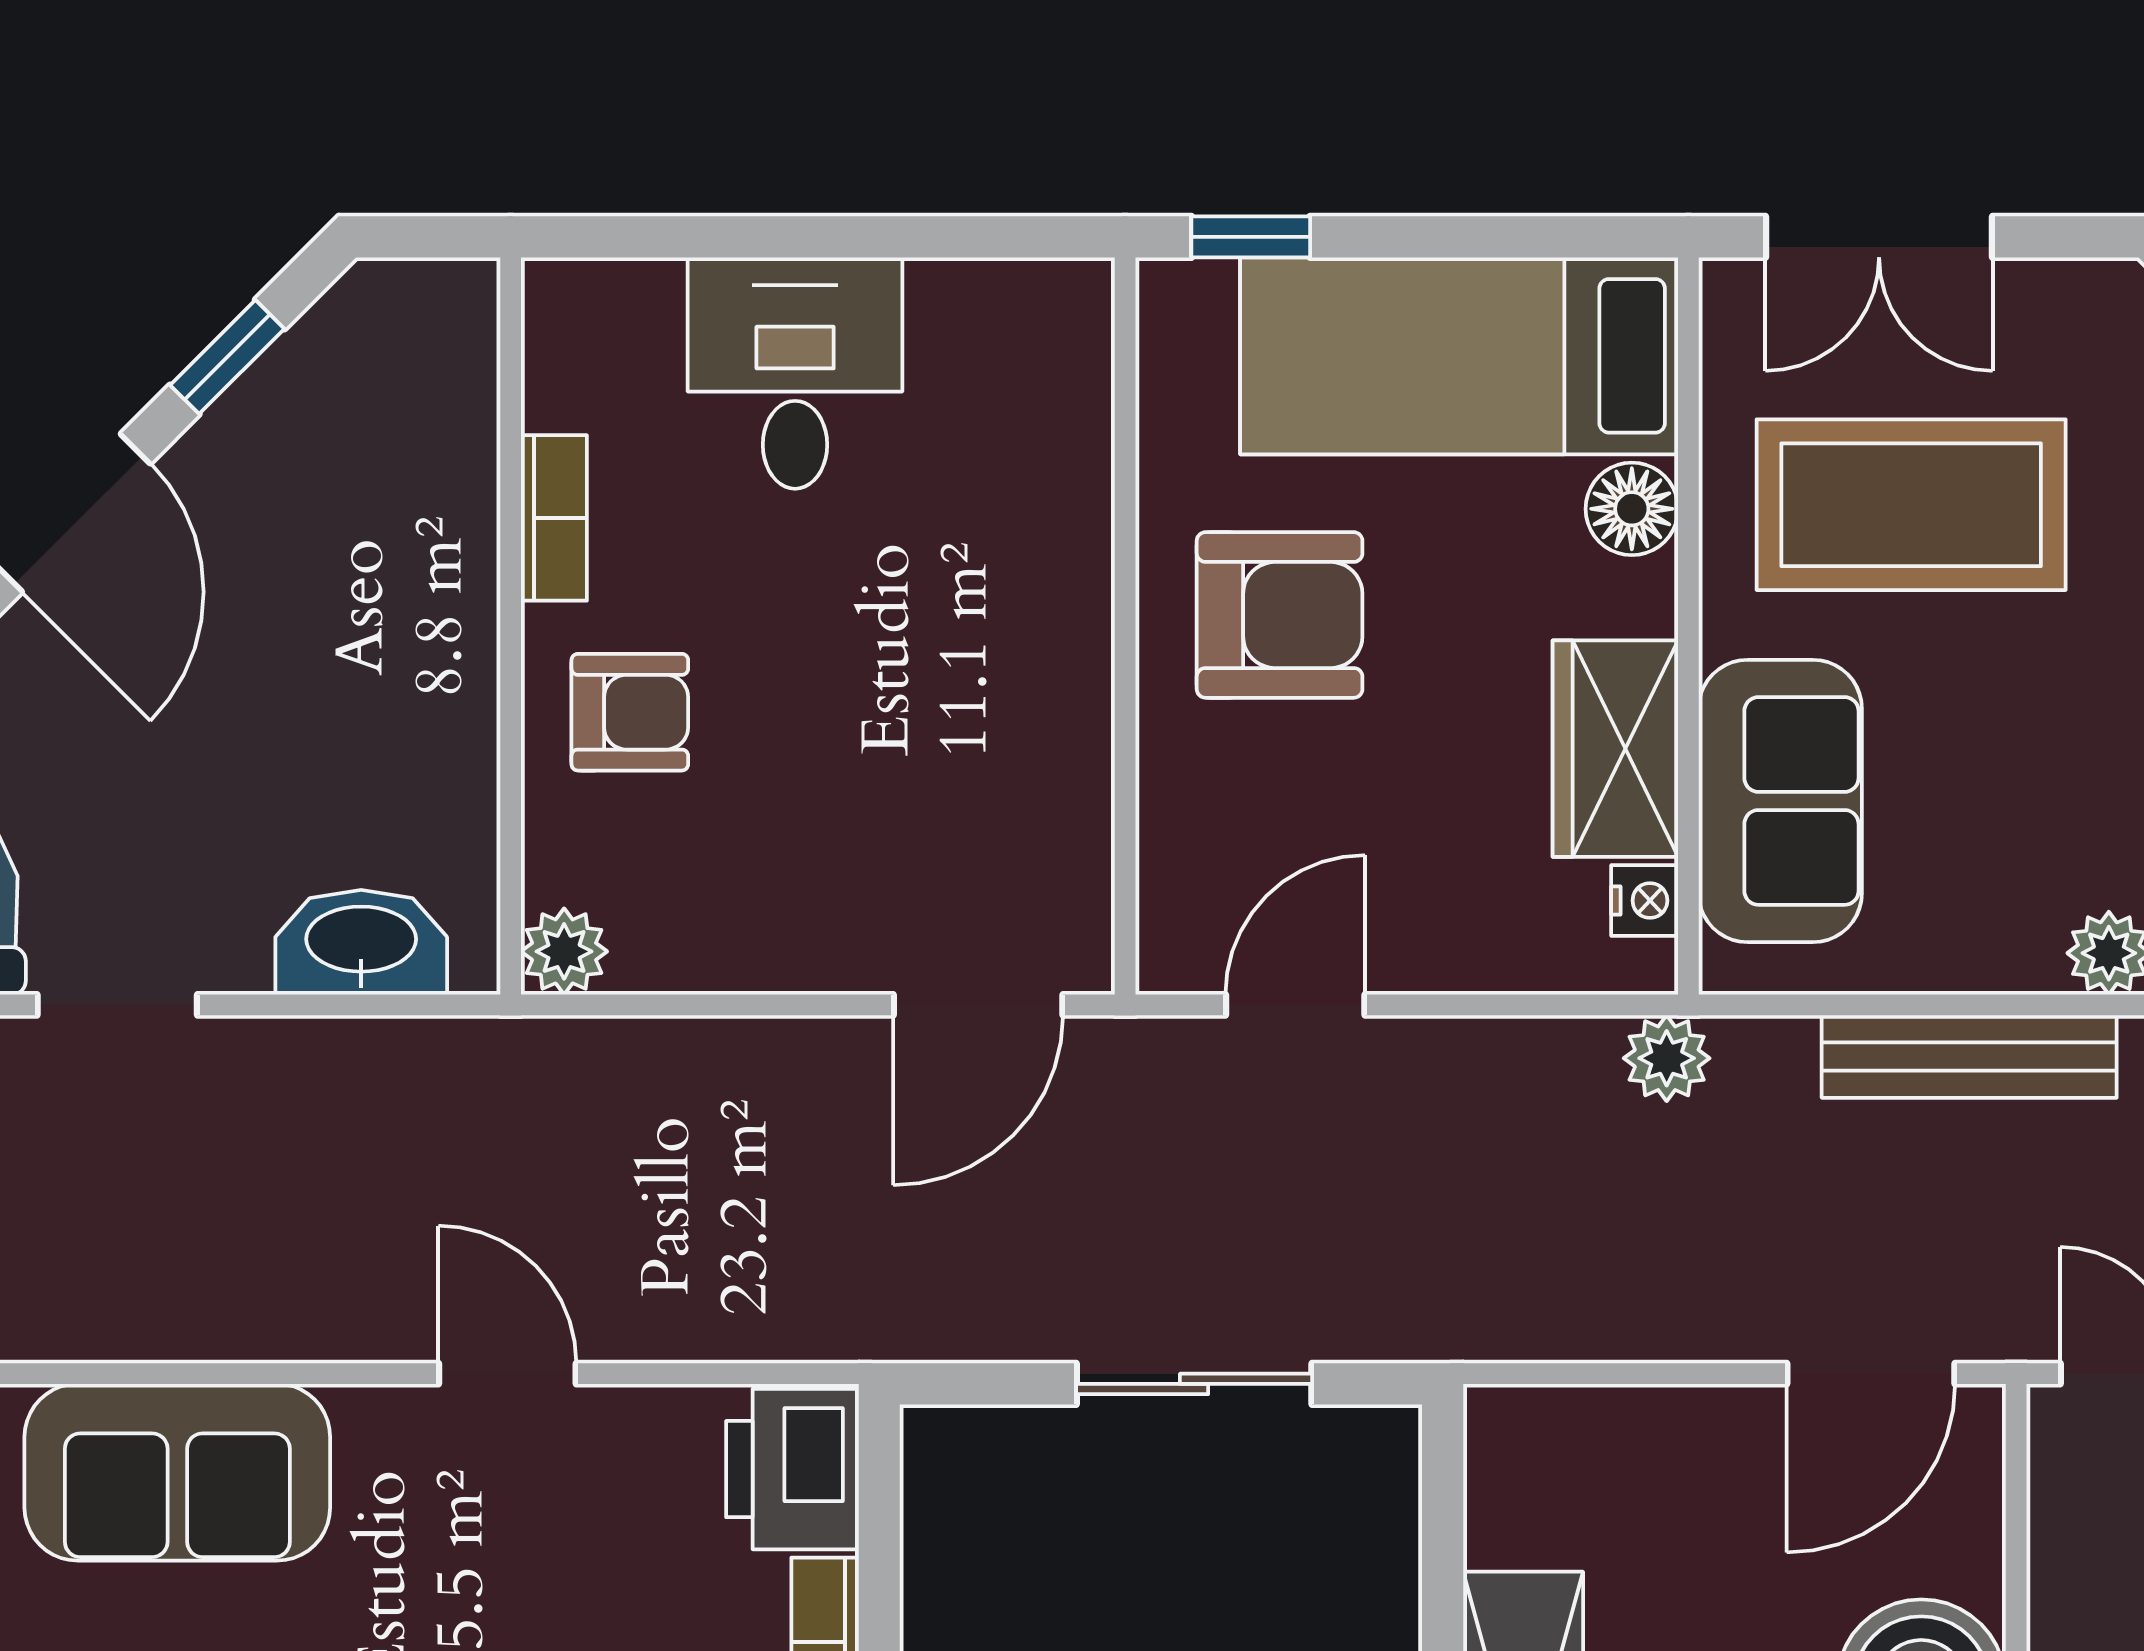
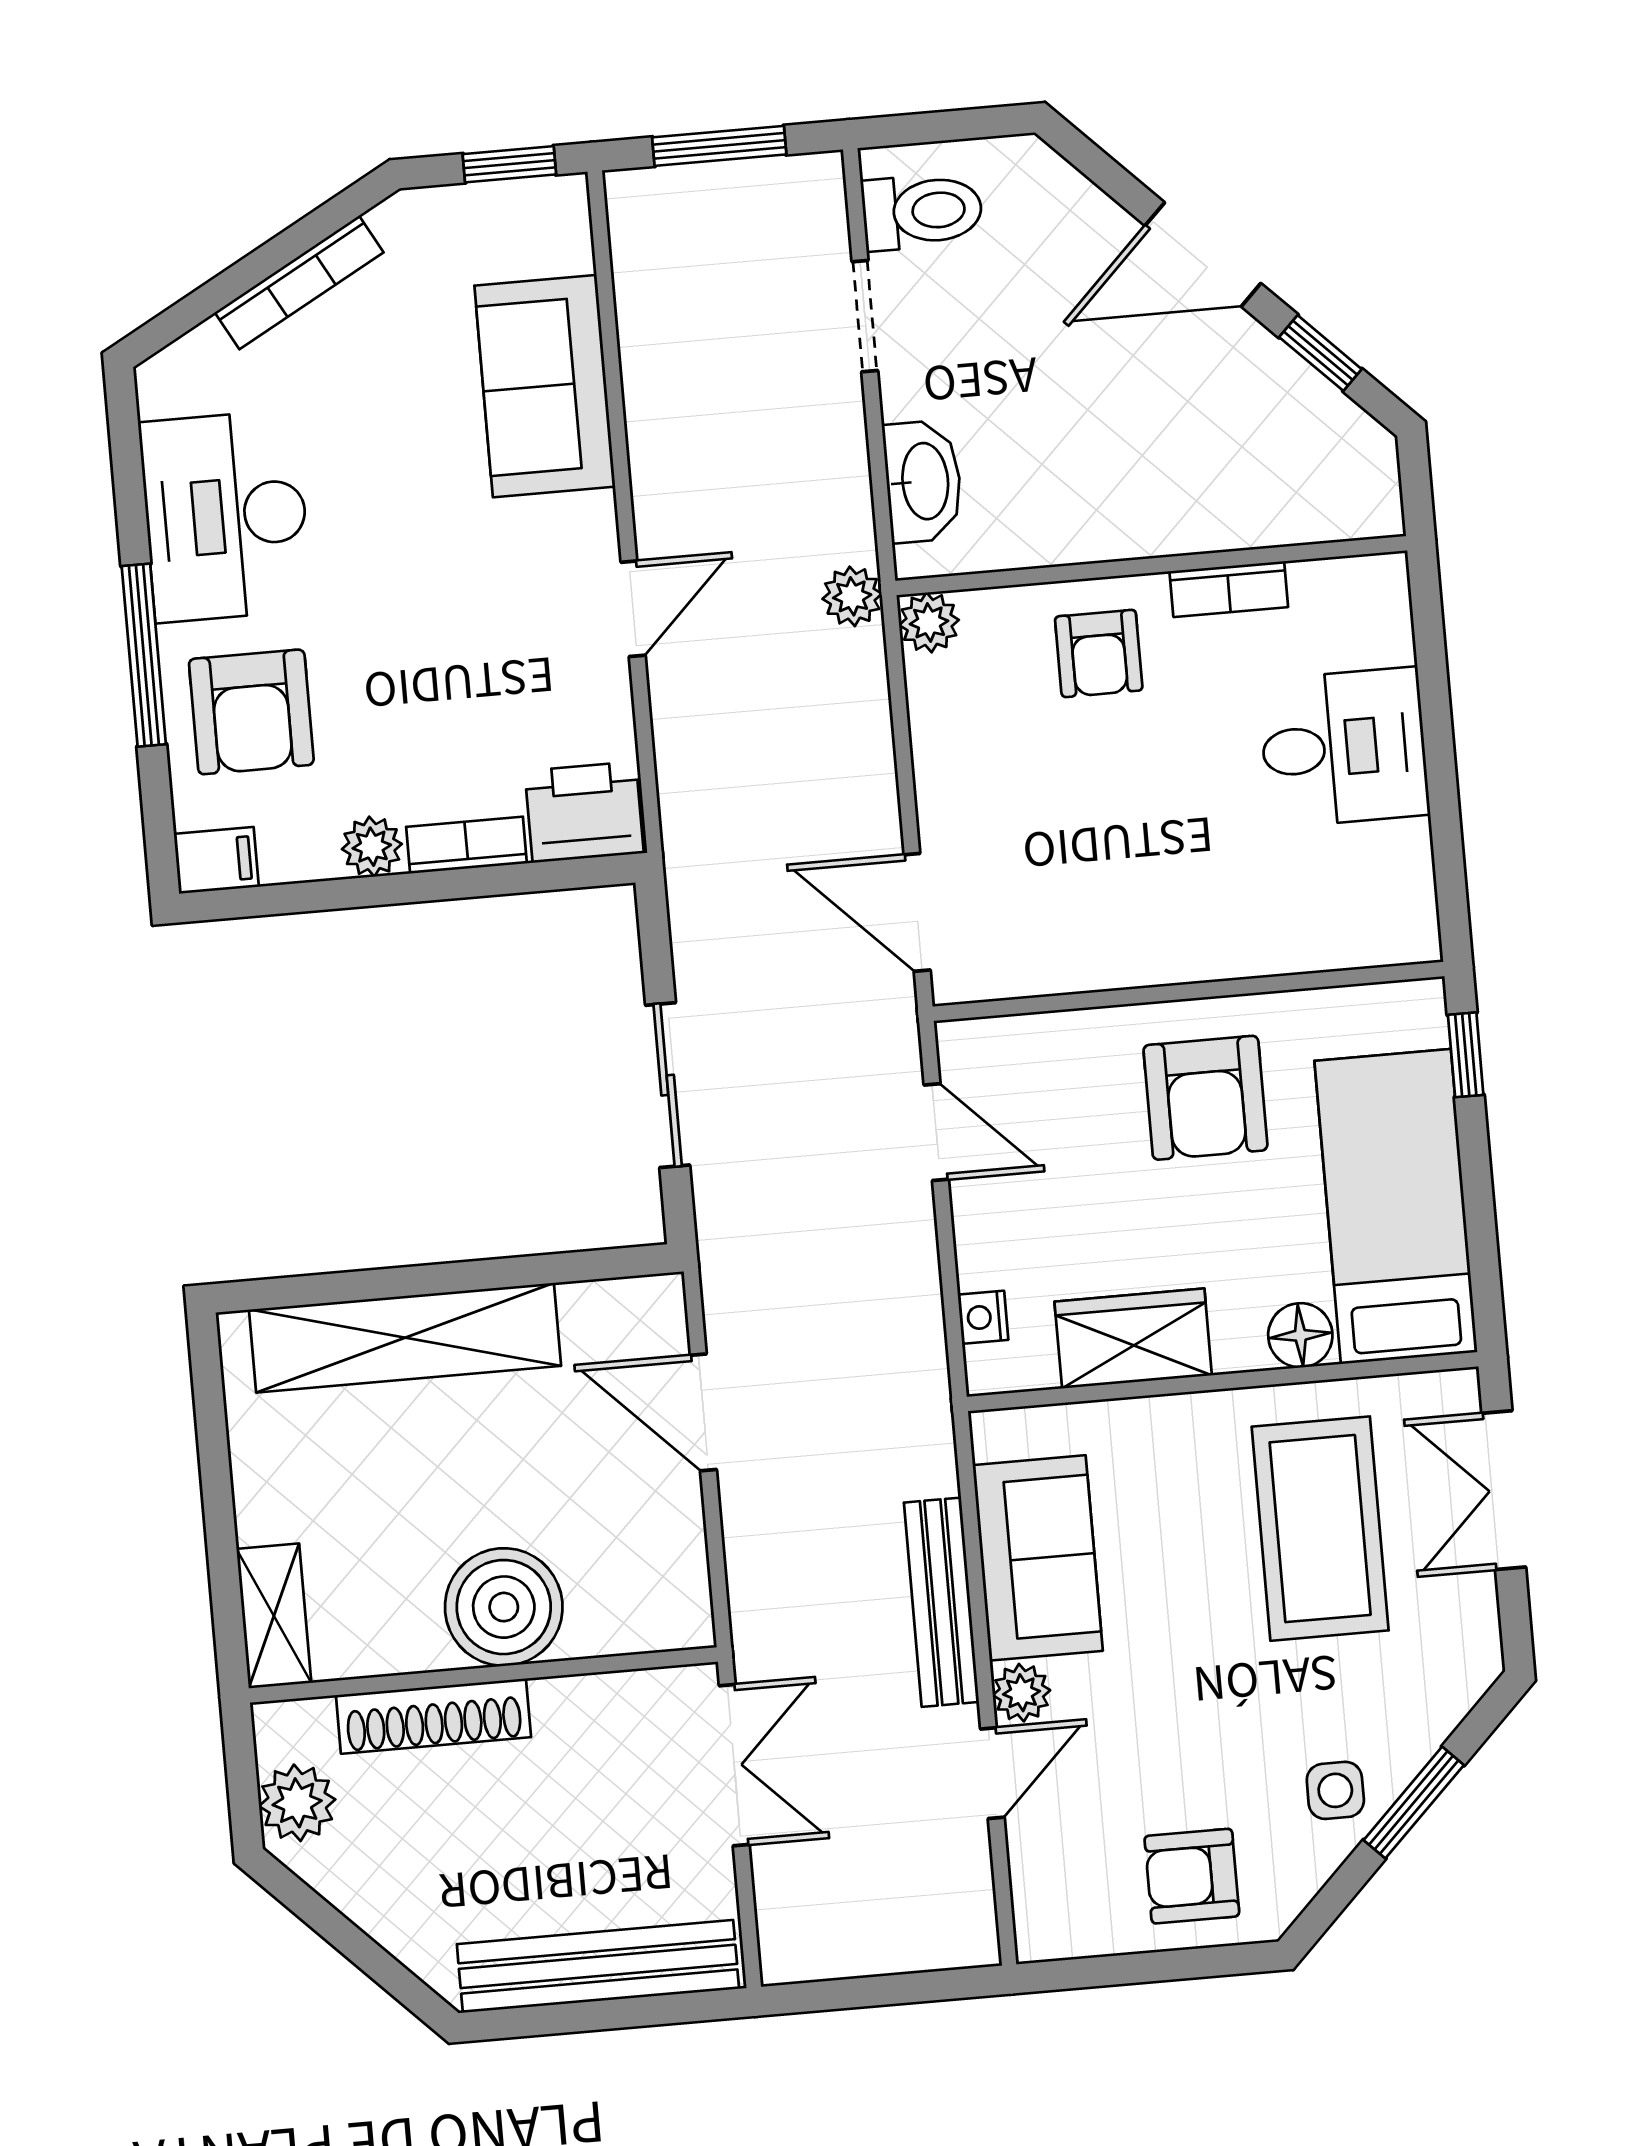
sofa: (1780, 801) -> (1038, 1558), moved, turned -90
nightstand: (1645, 901) -> (983, 1317), moved, turned 90
plant: (1667, 1058) -> (852, 596), moved
door: (1871, 1374) -> (703, 1412), moved

